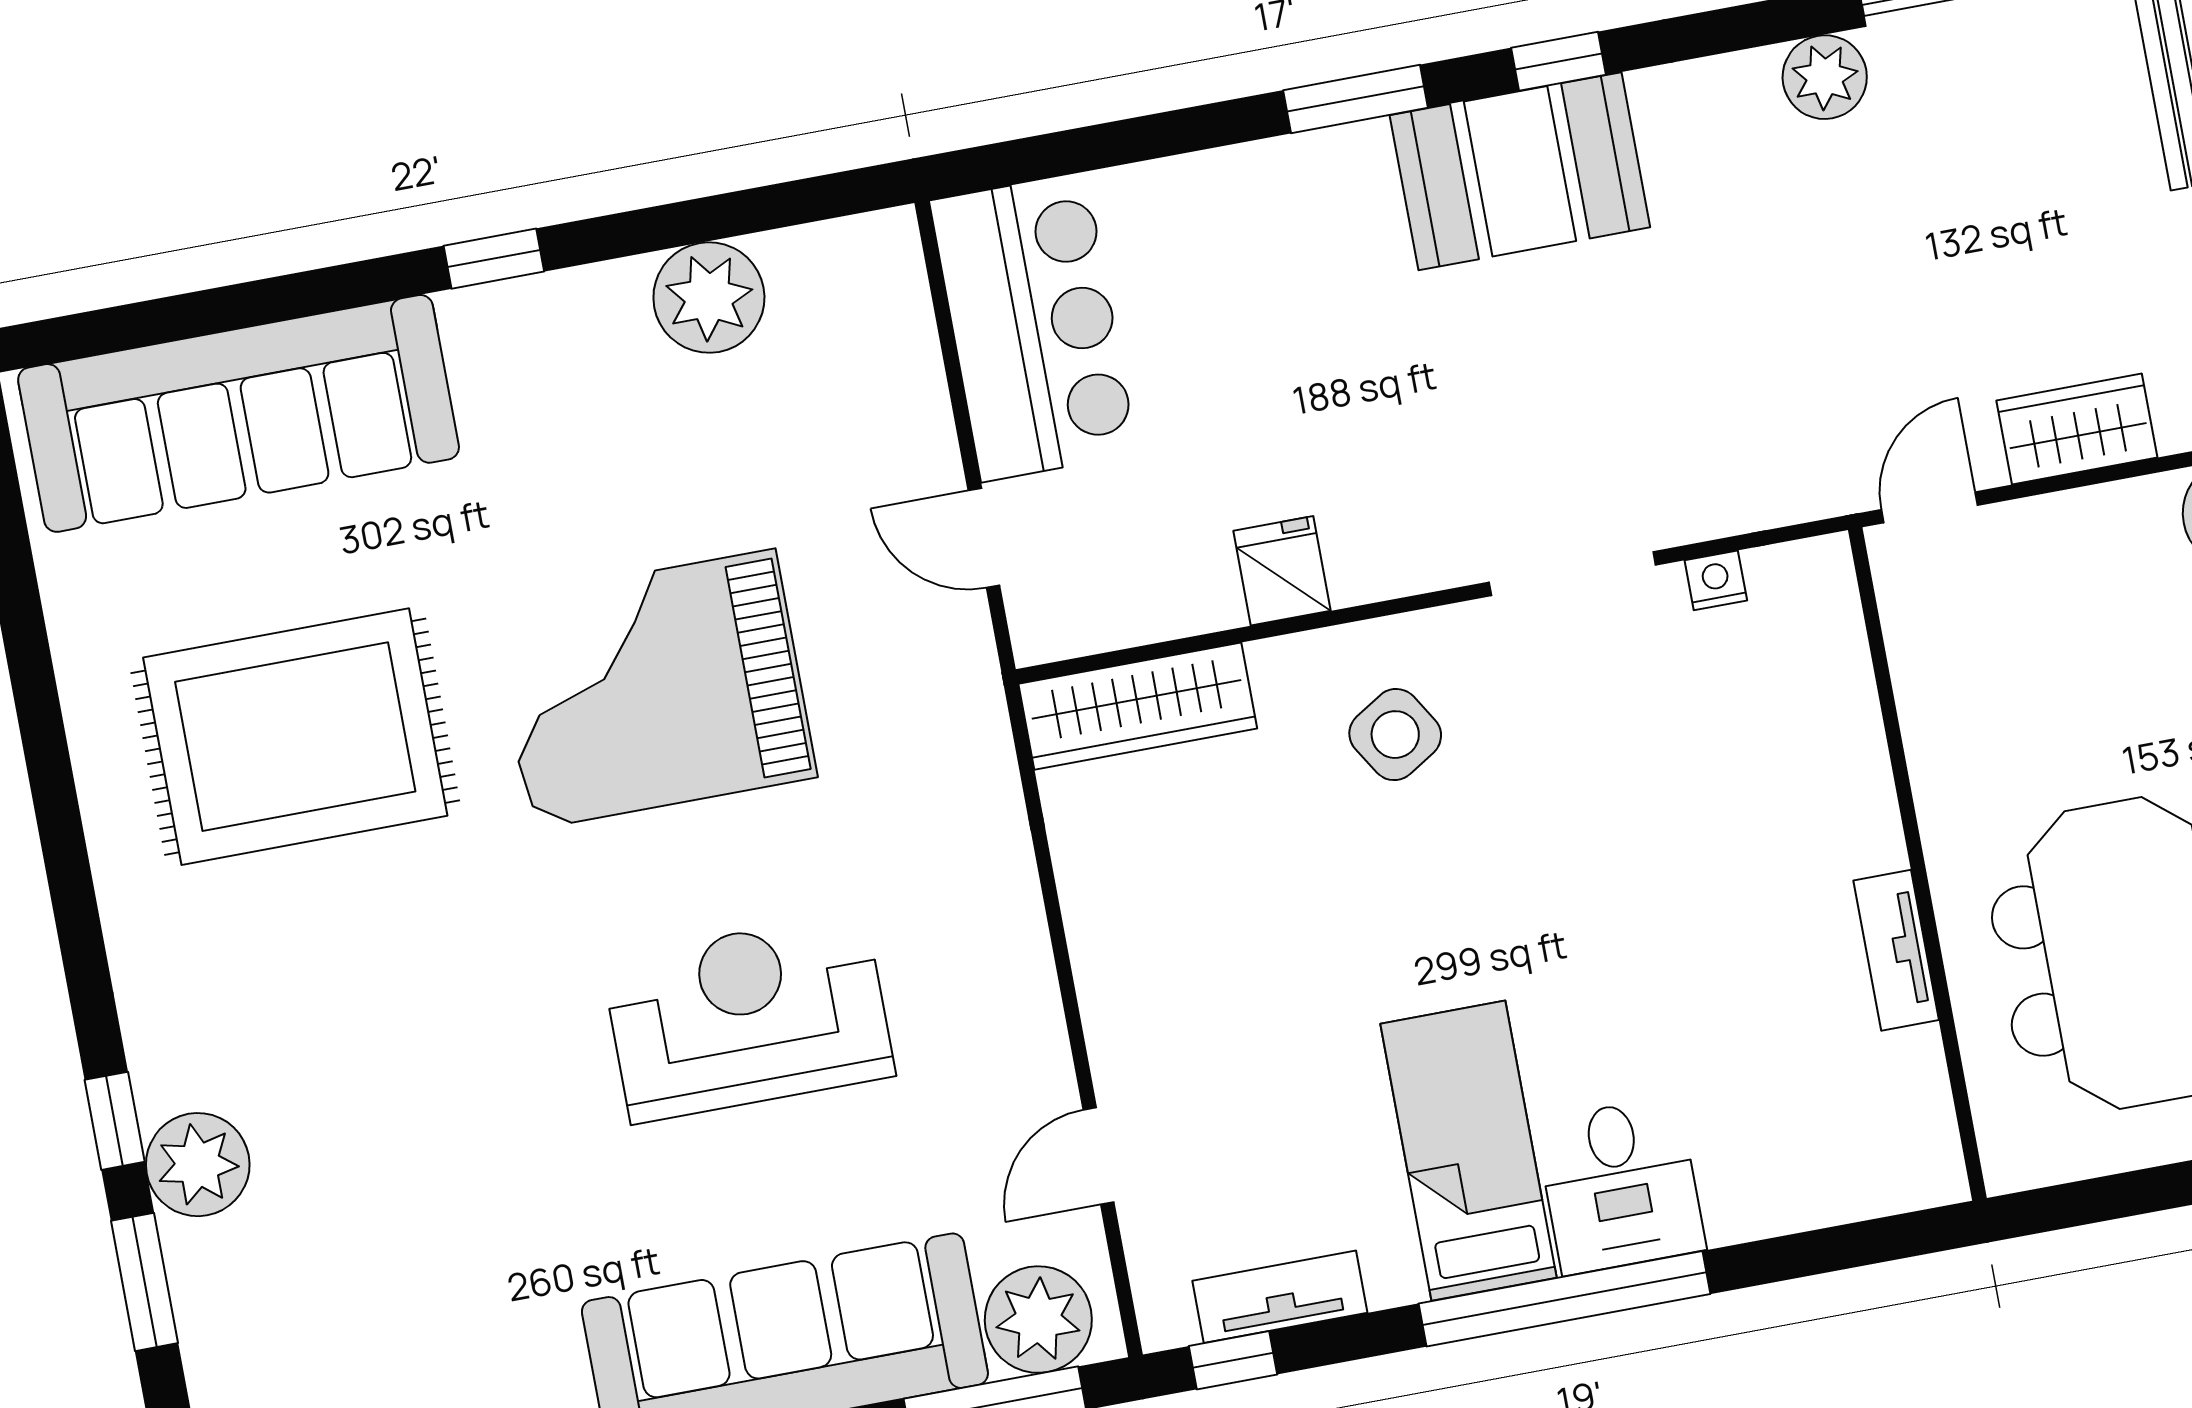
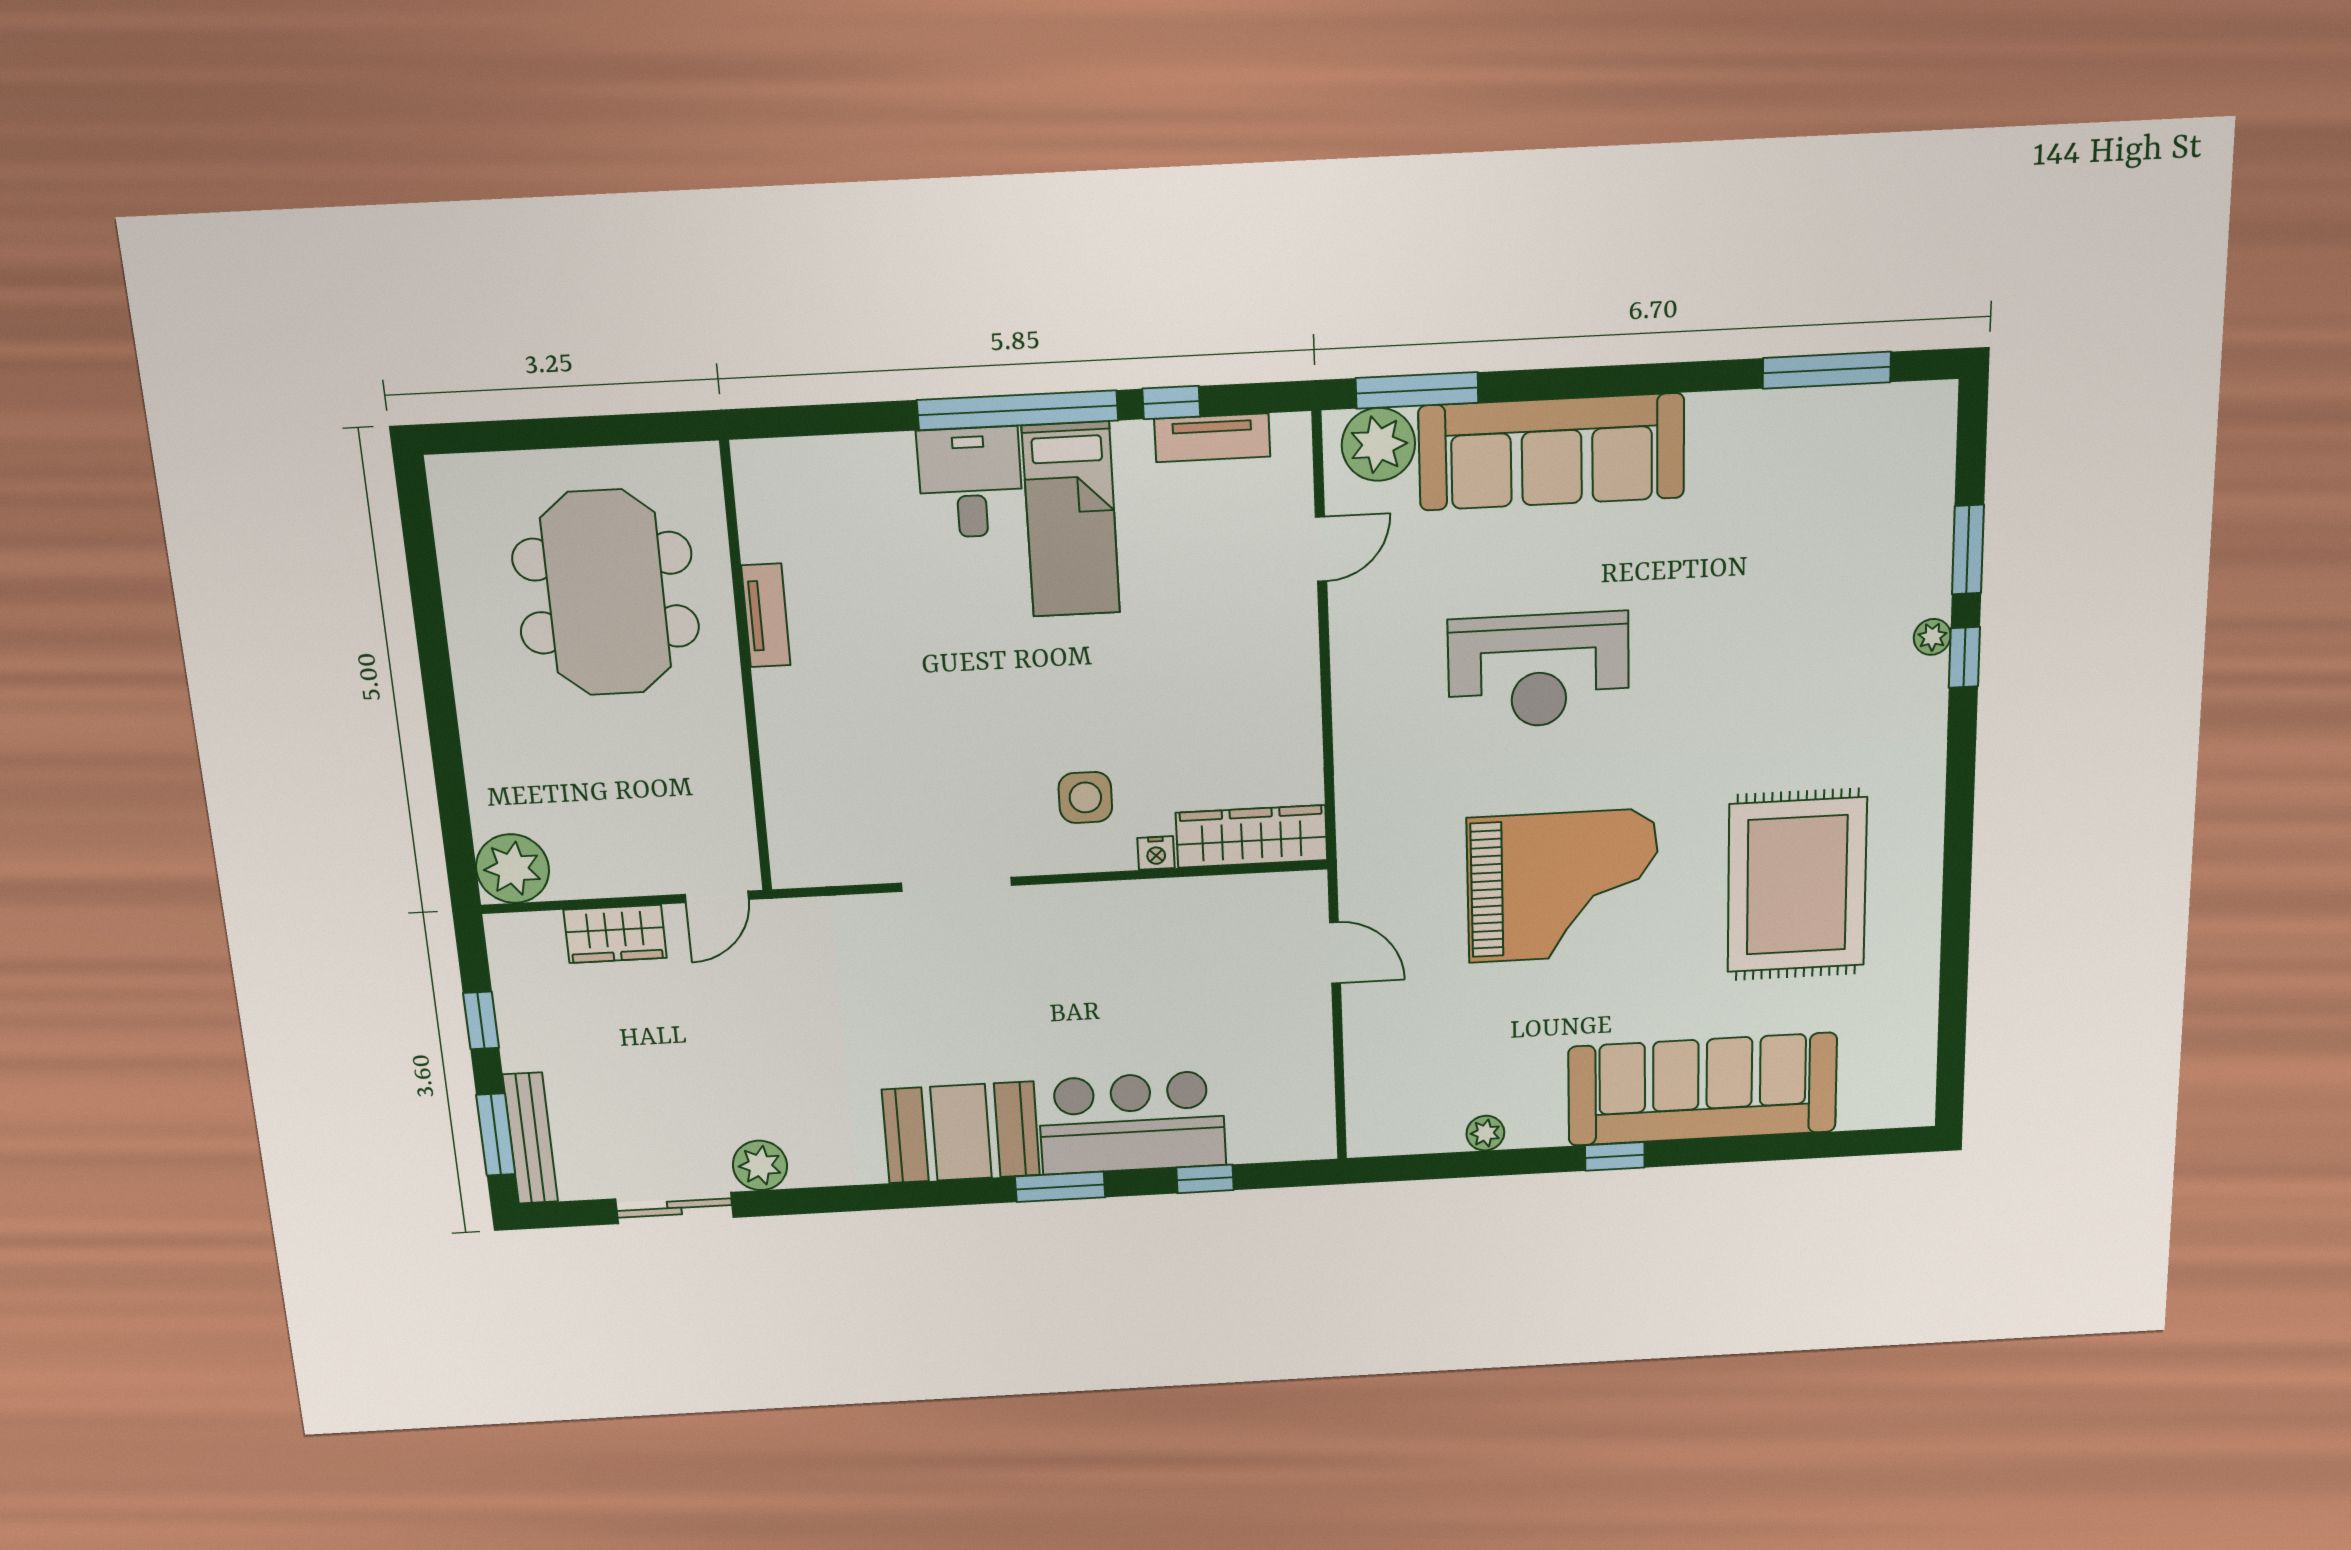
window: (1559, 61) -> (1205, 1179), moved
plant: (709, 298) -> (1485, 1133), width x0.53, depth x0.53
bar counter: (1033, 327) -> (1132, 1123), moved, turned 90
sofa: (239, 413) -> (1702, 1089), moved
fridge: (1282, 571) -> (1146, 909), removed
nightstand: (1716, 580) -> (1156, 853), moved
side table: (1395, 735) -> (1085, 797), turned 32
rug: (295, 737) -> (1797, 885), turned 90
plant: (198, 1165) -> (1932, 637), width x0.53, depth x0.53
window: (1233, 1360) -> (1171, 403), moved

